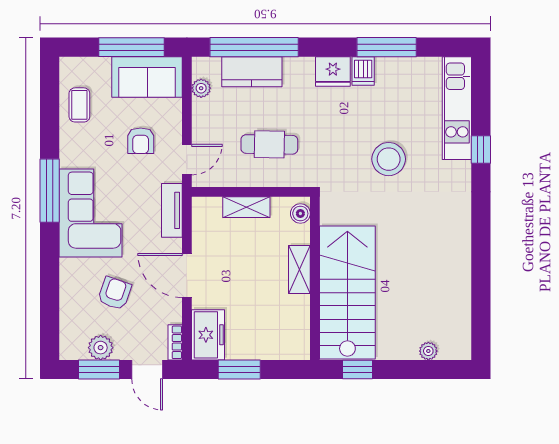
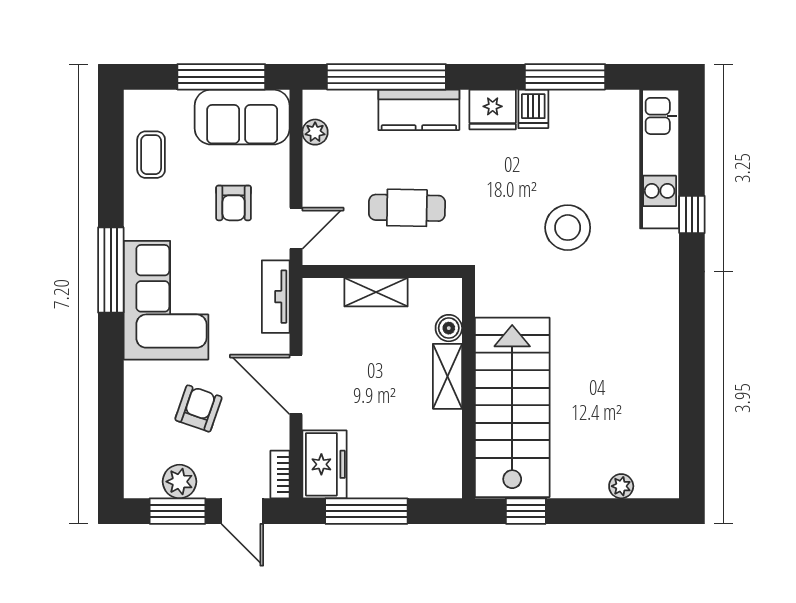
kitchen counter: (252, 72) -> (419, 110), moved
boiler: (300, 214) -> (449, 328), moved
window: (239, 370) -> (366, 511), width x1.44

